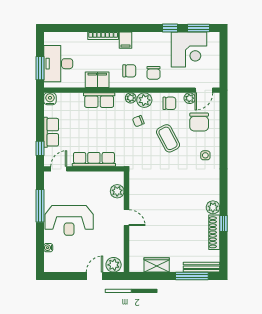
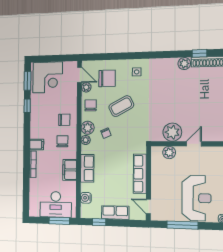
corner desk: (189, 50) -> (48, 77), moved, turned 90
water cooler: (50, 99) -> (86, 198), moved
window: (40, 148) -> (99, 222), moved
plant: (139, 195) -> (172, 132), added

